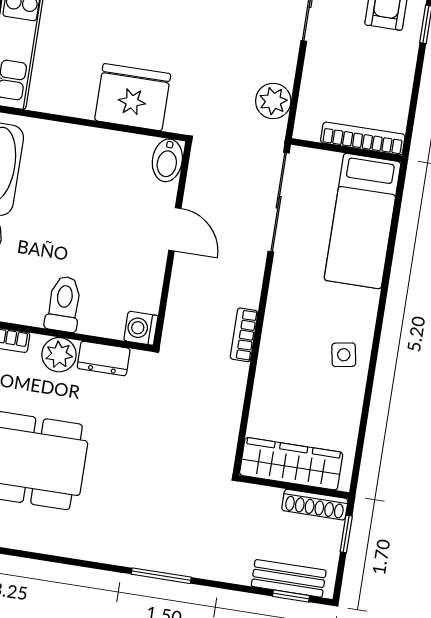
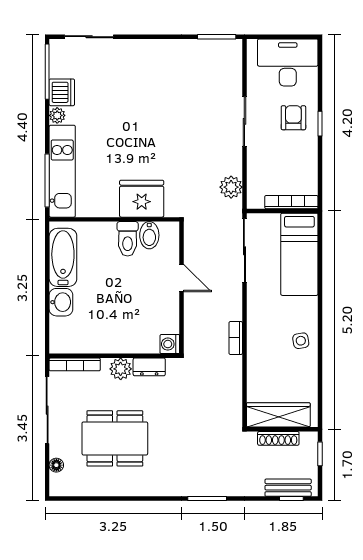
bidet: (167, 160) -> (149, 235), moved
toilet: (64, 304) -> (128, 239), moved, turned 180
shoe rack: (315, 505) -> (278, 438), moved

